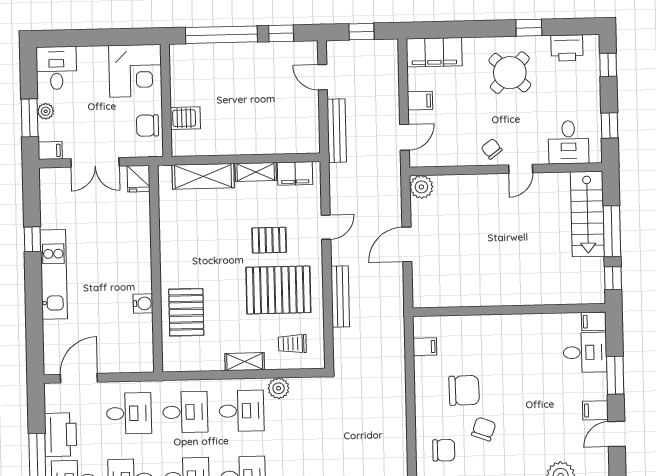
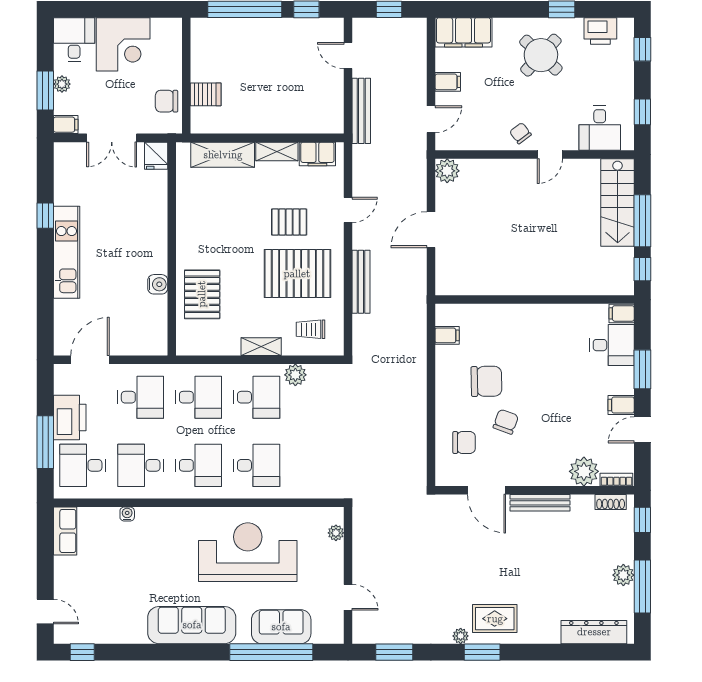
corner desk: (135, 71) -> (123, 44), moved

